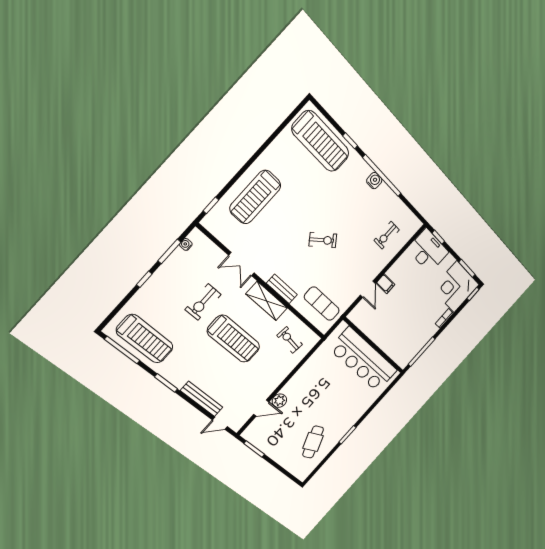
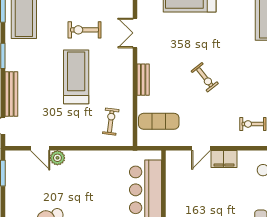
filing cabinet: (385, 284) -> (224, 159), width x2.00
shelving: (267, 301) -> (125, 76), removed
exercise mat: (322, 304) -> (159, 121), turned 90
treadmill: (234, 339) -> (76, 77), turned 180

